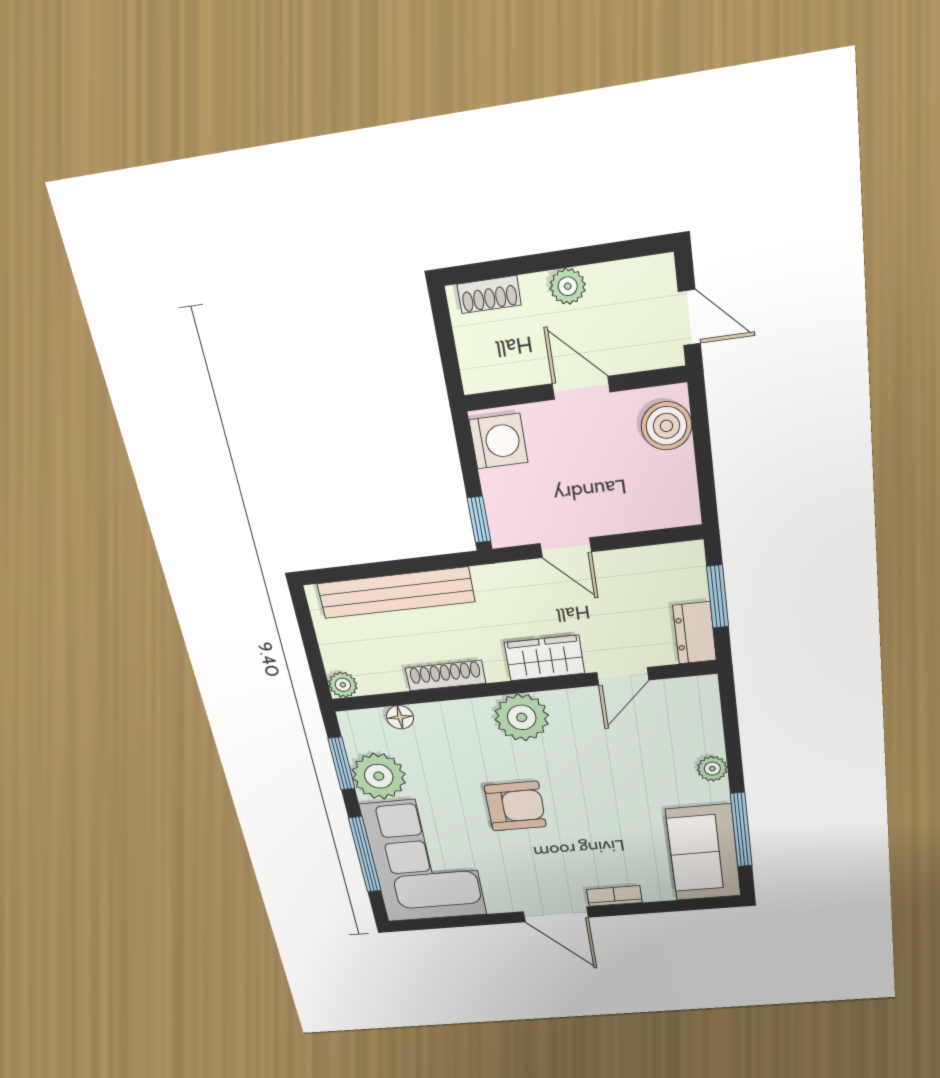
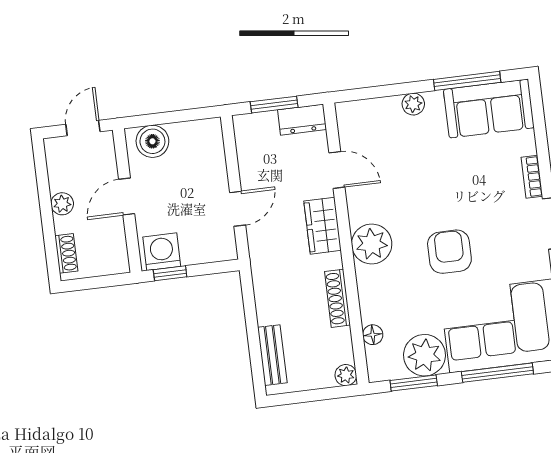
window: (479, 520) -> (170, 273), moved
bench: (396, 593) -> (272, 355), width x0.54, depth x0.82

